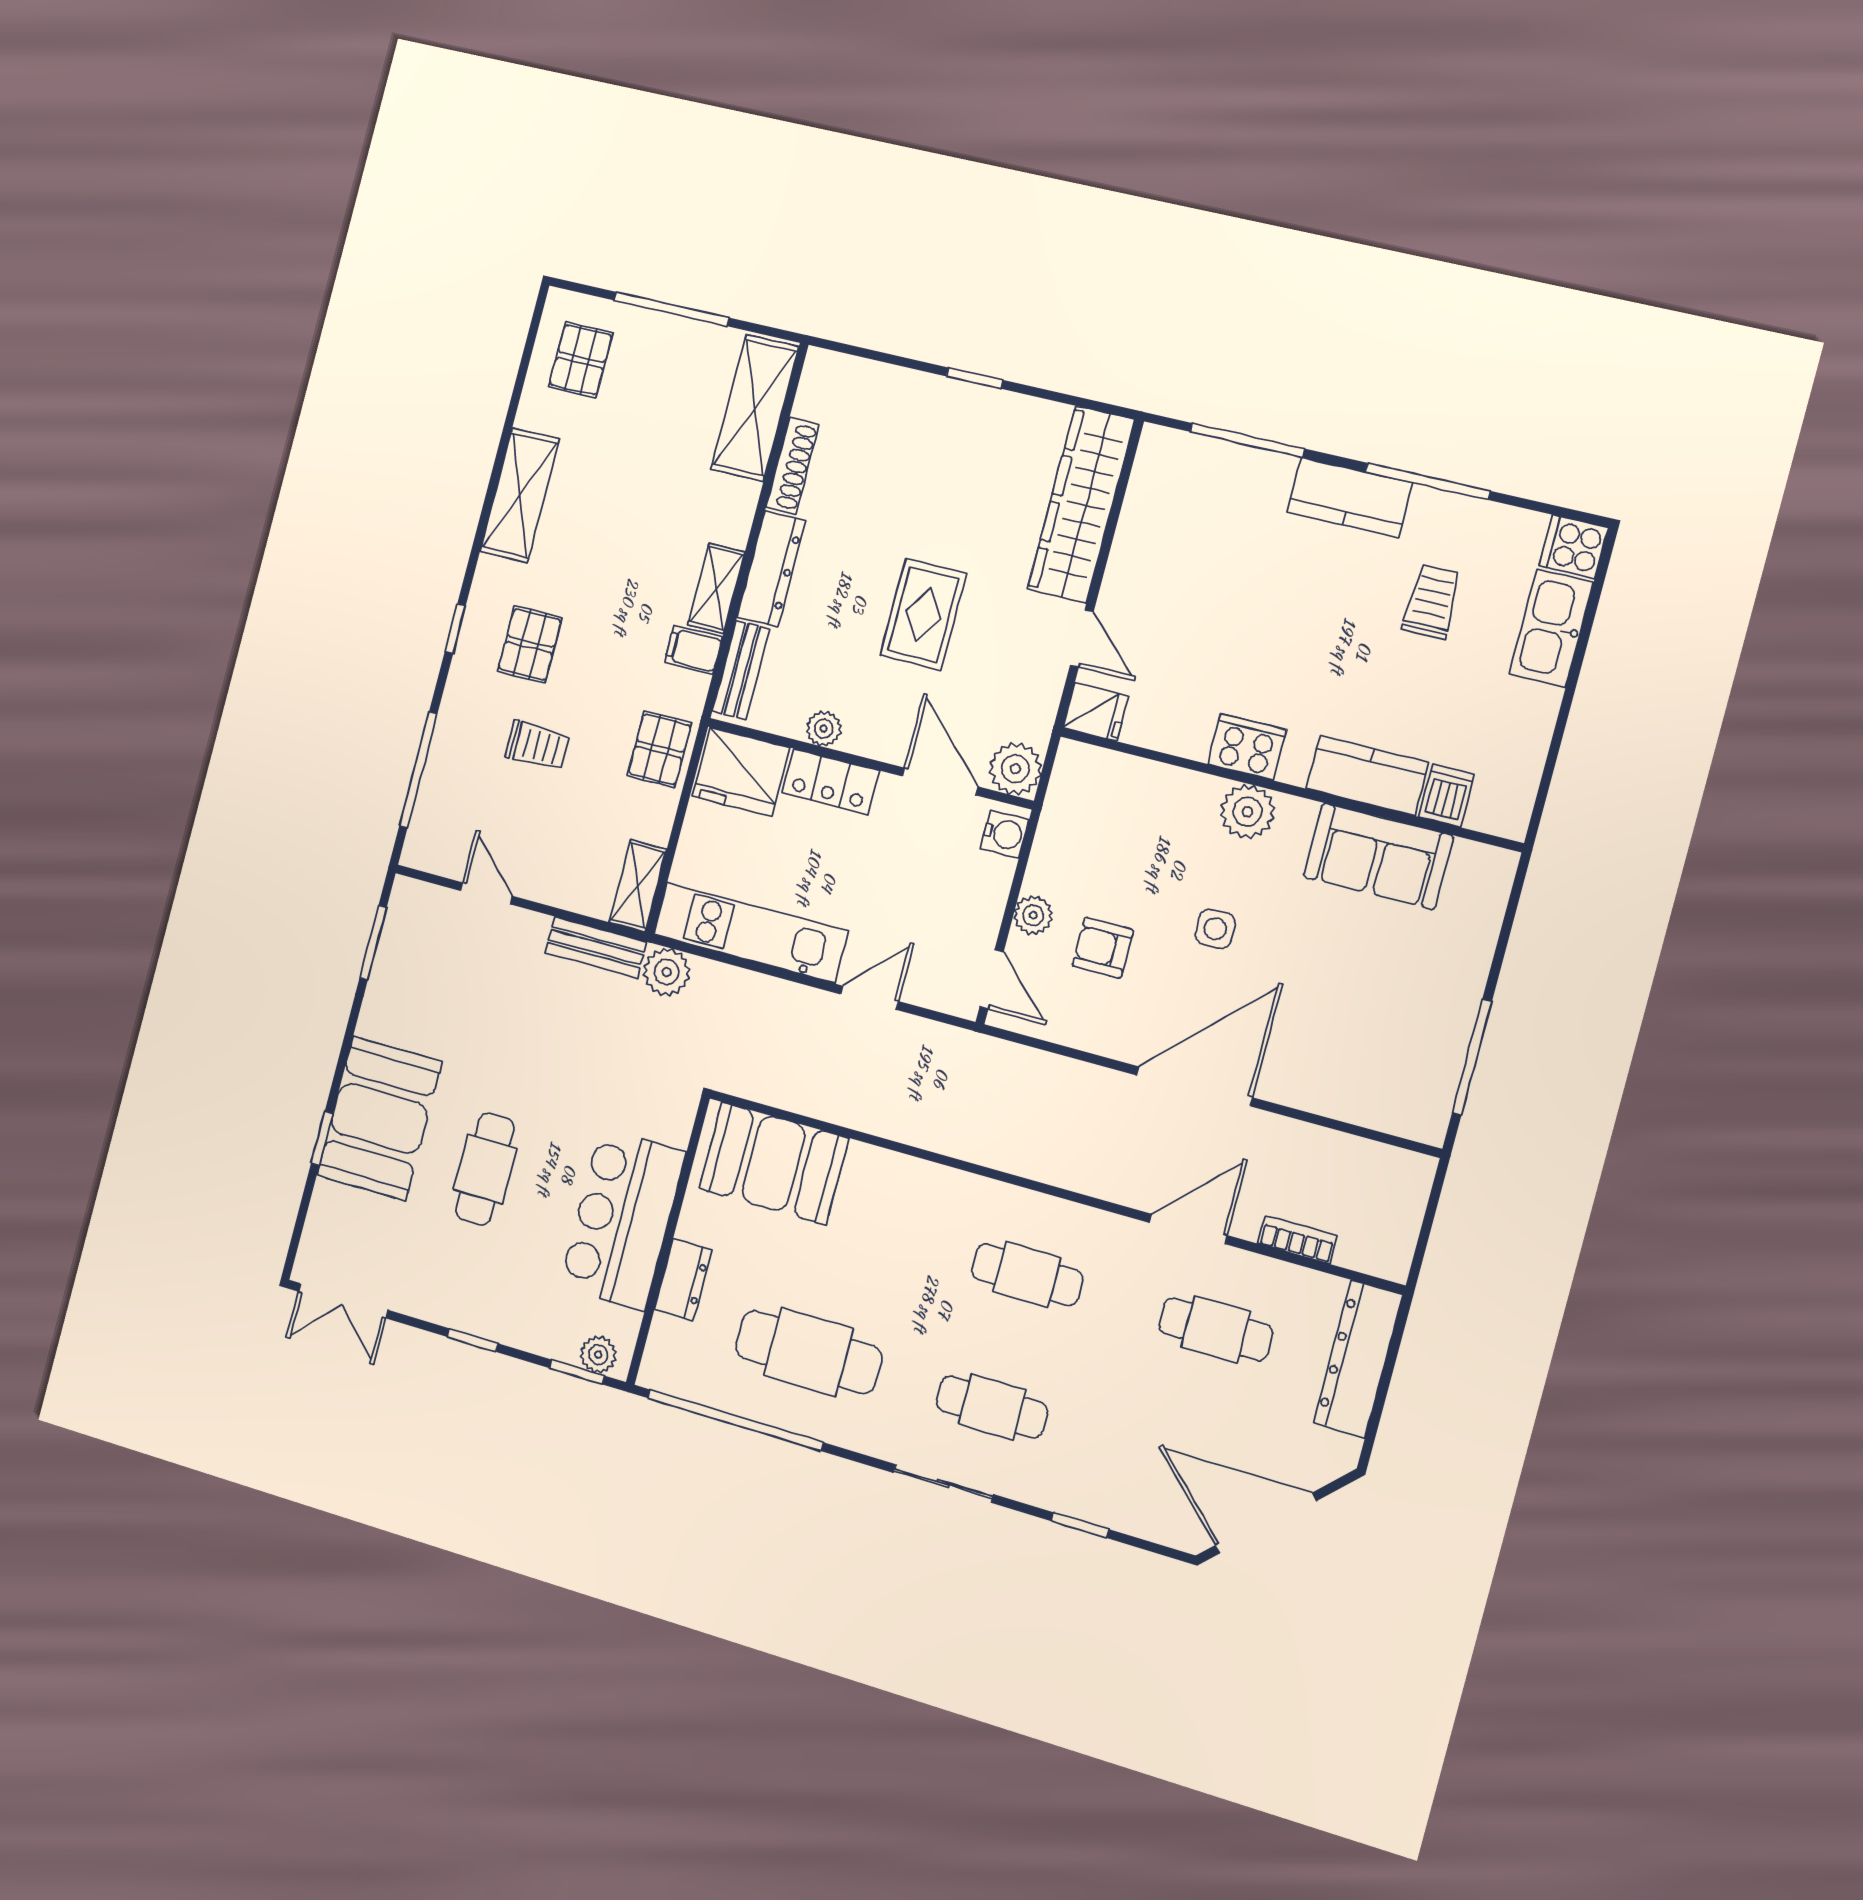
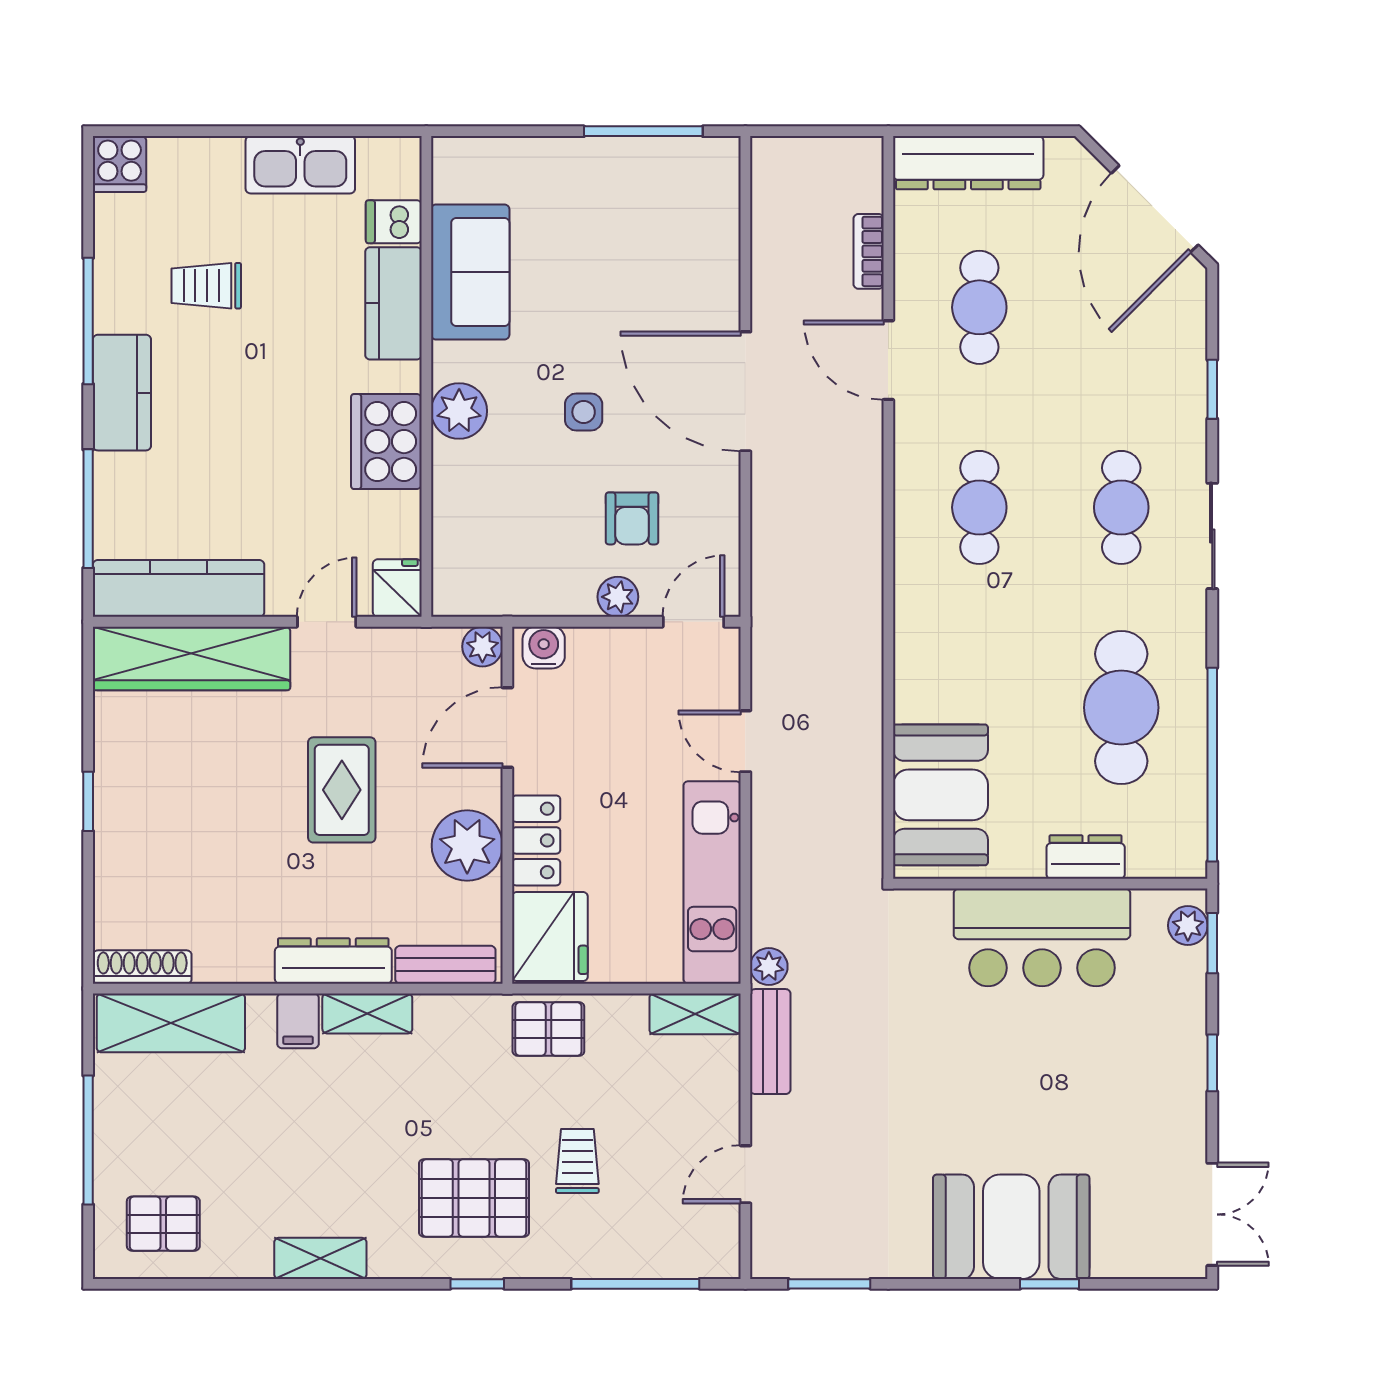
shoe rack: (792, 466) -> (142, 967), moved
shelving: (520, 495) -> (320, 1258), width x0.67, depth x0.75
kitchen counter: (1149, 508) -> (179, 588), added
rug: (923, 614) -> (342, 790), turned 90
kitchen sink: (1551, 628) -> (300, 165), moved
pallet: (530, 644) -> (474, 1198), width x1.50, depth x1.42
filing cabinet: (693, 650) -> (298, 1021), moved
plant: (824, 729) -> (467, 845), width x1.88, depth x1.88
cooker: (1247, 747) -> (386, 442), width x1.37, depth x1.31
plant: (1015, 769) -> (482, 647), width x0.73, depth x0.73
plant: (667, 972) -> (769, 967), width x0.73, depth x0.73
cafe table: (485, 1169) -> (1032, 1098), removed

